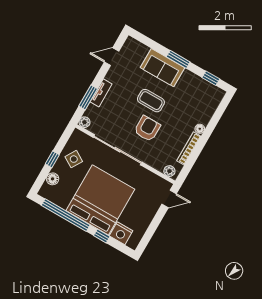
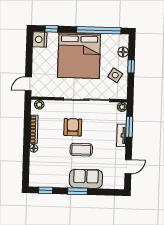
armchair: (147, 129) -> (73, 127), turned 180
nightstand: (121, 233) -> (40, 39), moved, turned -90
window: (102, 236) -> (51, 29), moved

